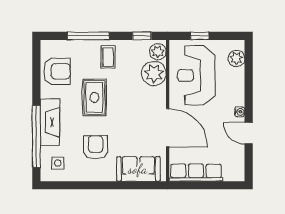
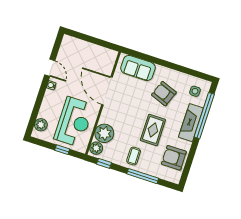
armchair: (96, 147) -> (164, 94), turned 111
row of seats: (196, 173) -> (97, 52), removed

